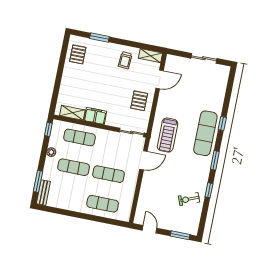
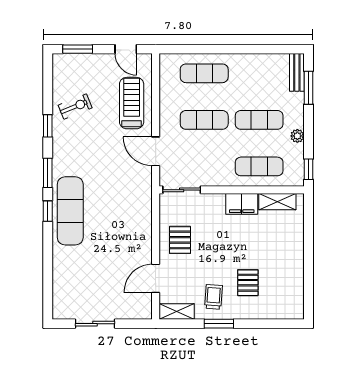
window: (99, 37) -> (219, 324), moved
pallet: (78, 54) -> (248, 283), moved
window: (222, 123) -> (48, 211), moved
treadmill: (168, 135) -> (132, 103), moved
door: (143, 160) -> (156, 151), hinge flipped

